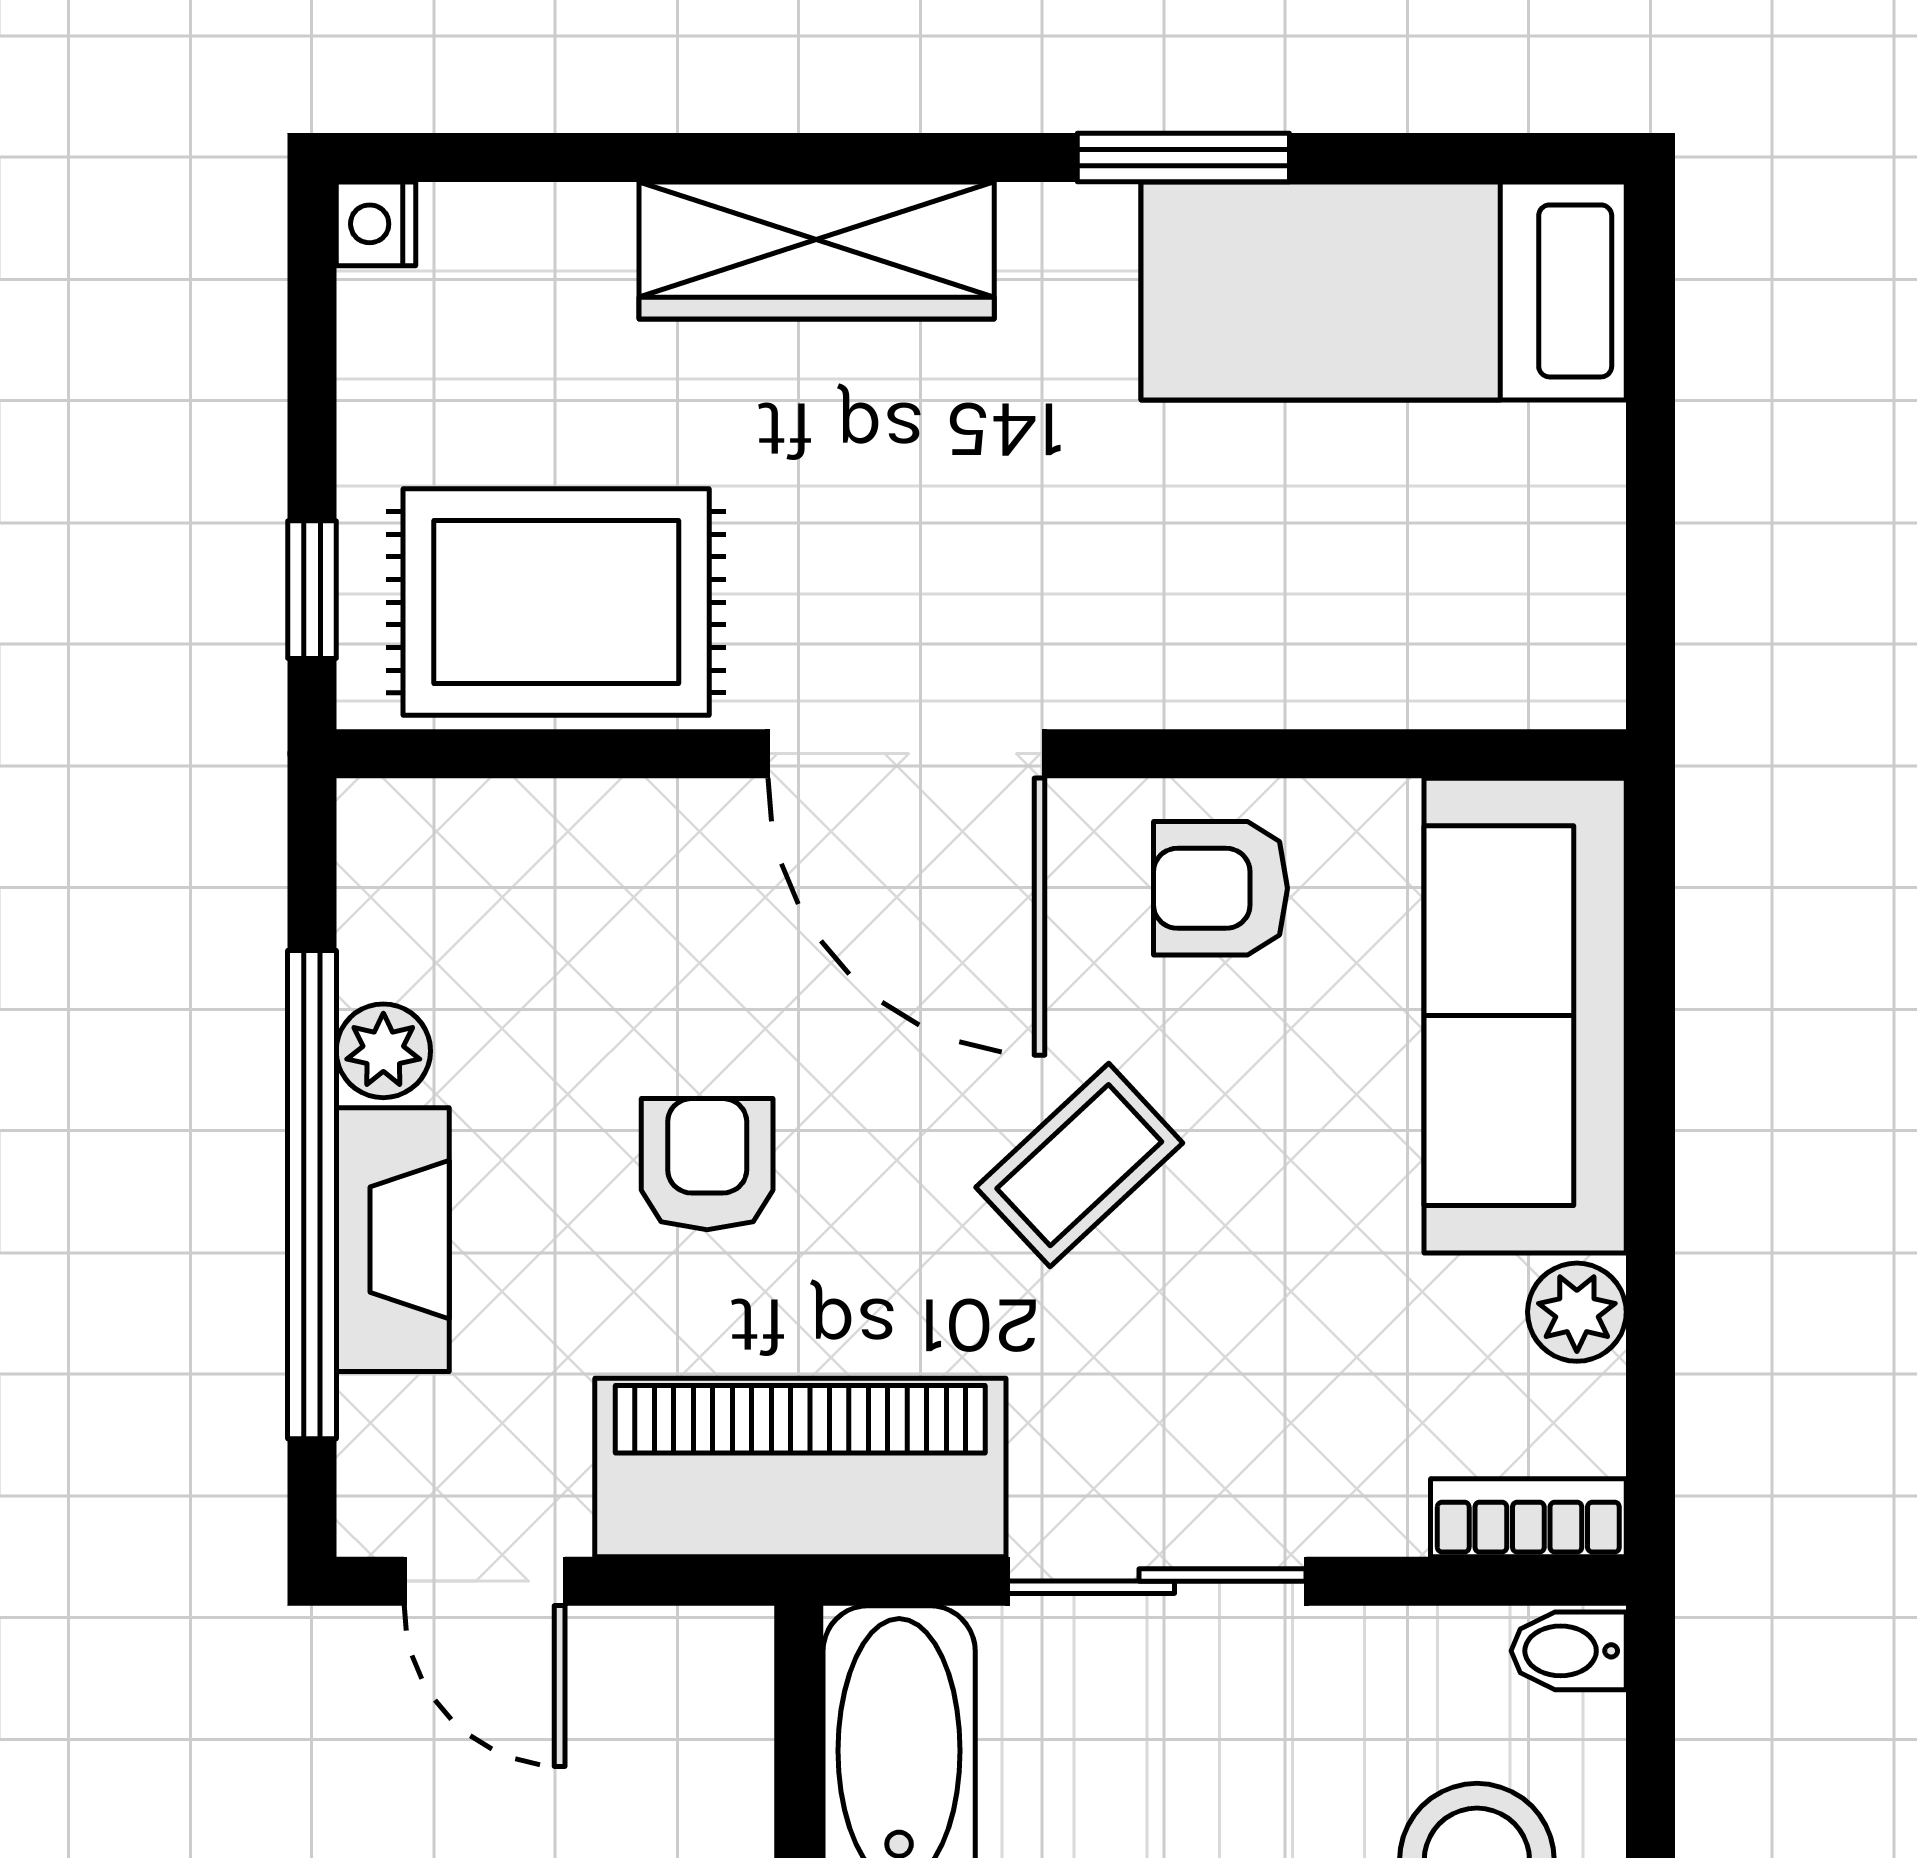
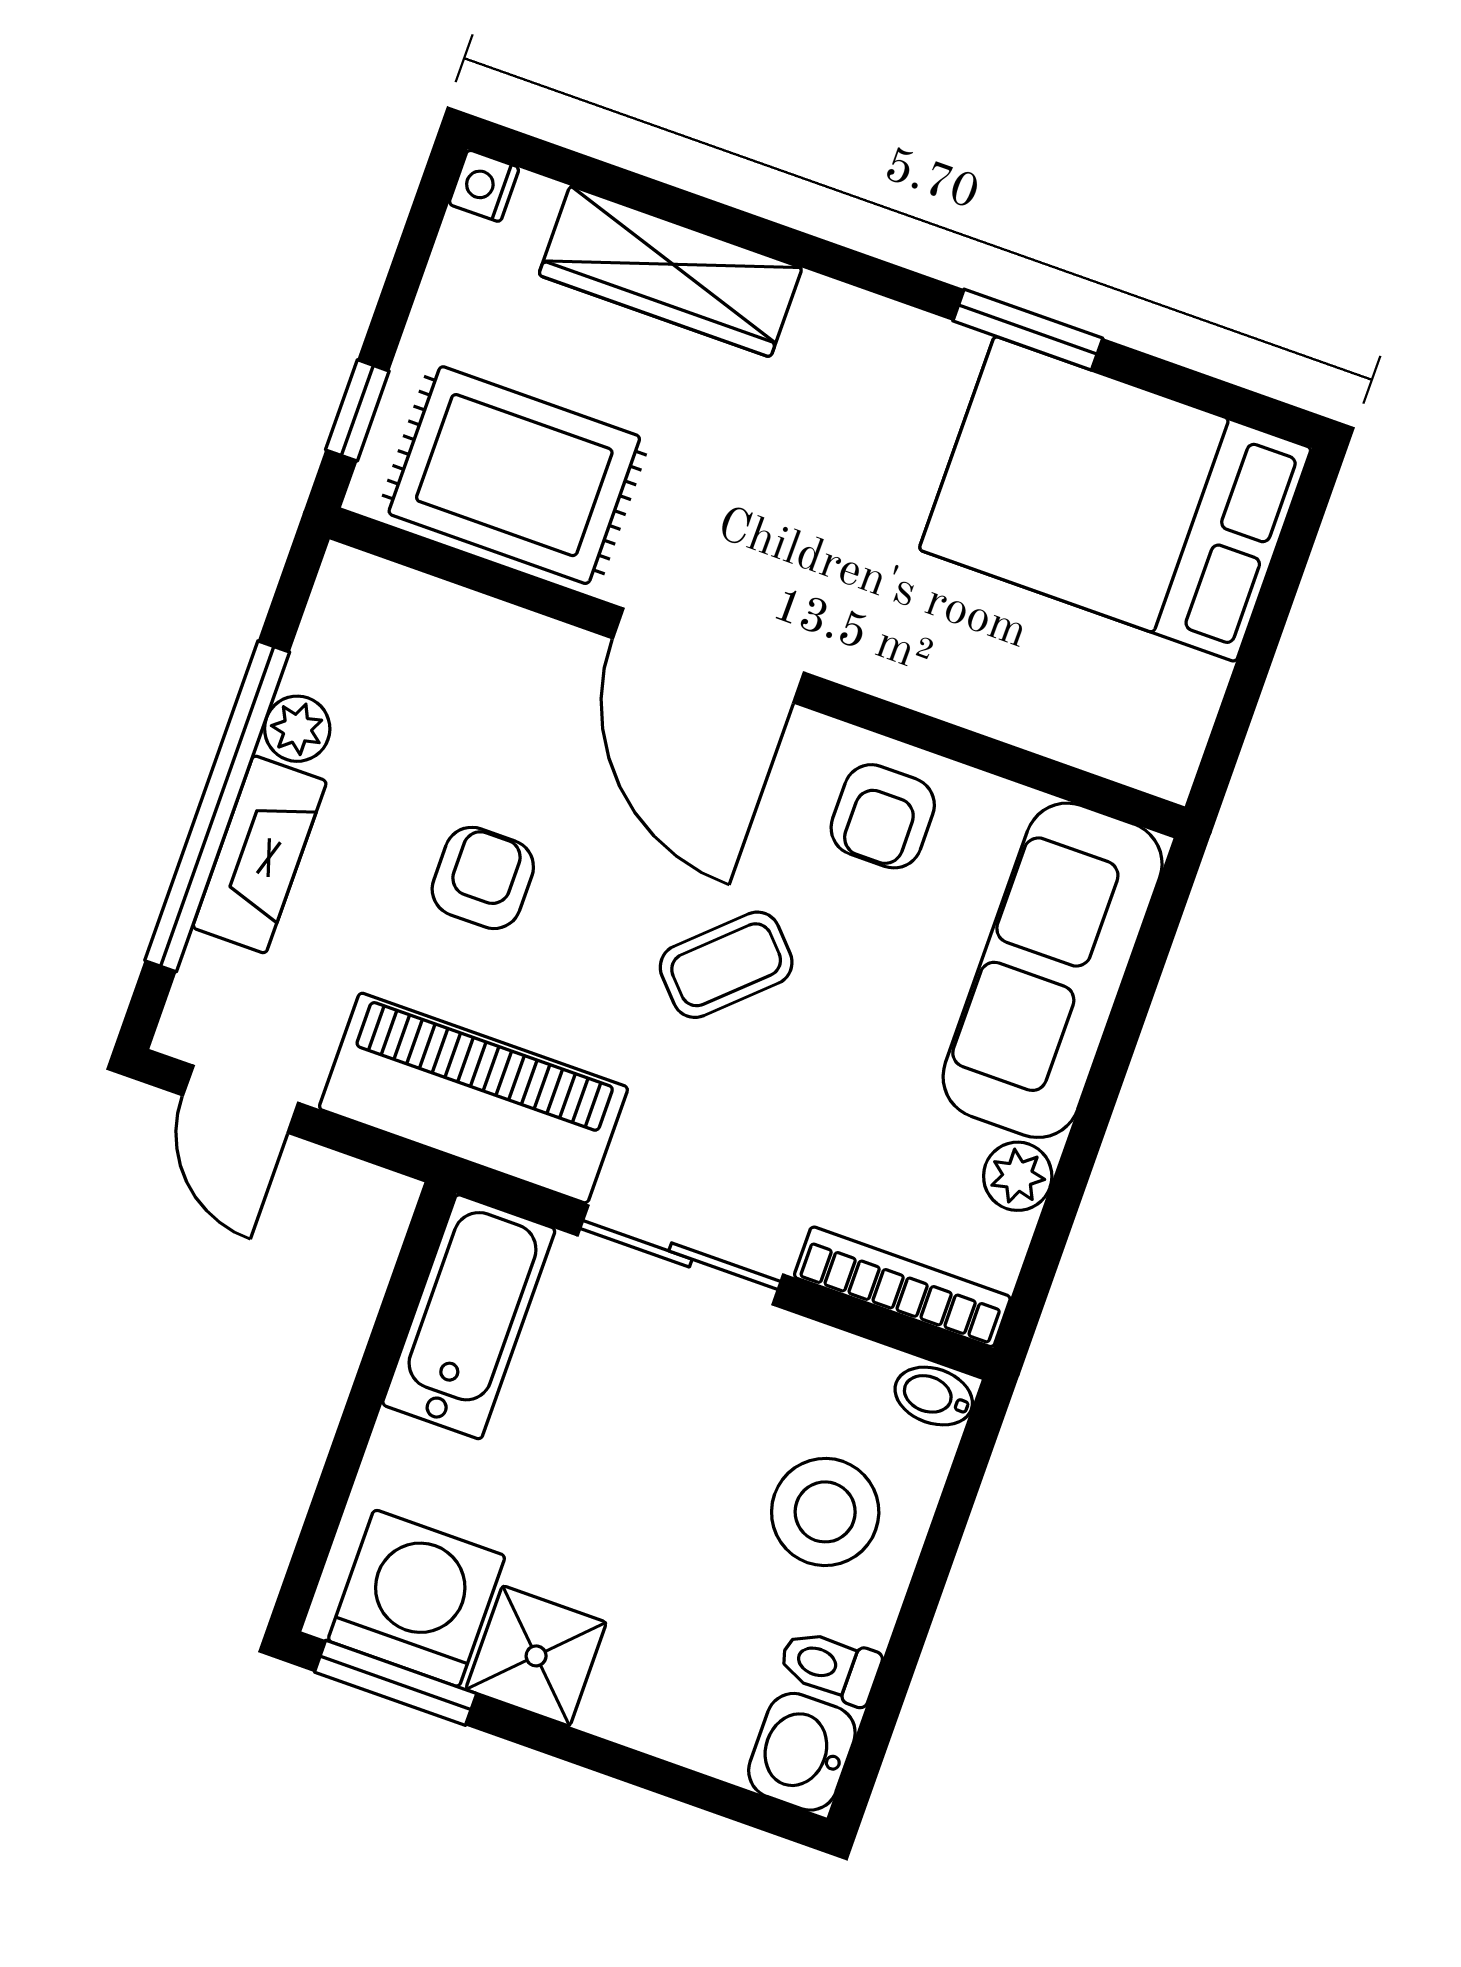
wardrobe: (817, 250) -> (670, 271), moved
bed: (1384, 291) -> (1115, 499), width x1.50
armchair: (1221, 888) -> (883, 816), turned -90
bookcase: (1528, 1518) -> (902, 1287), width x1.56

